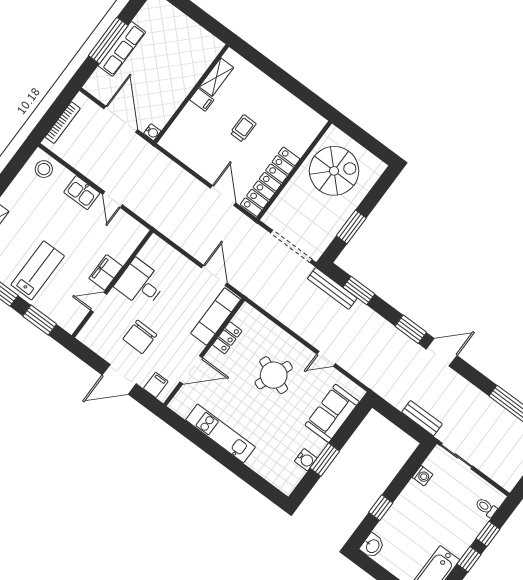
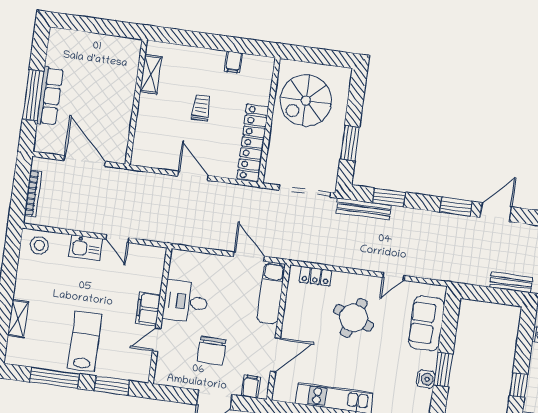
filing cabinet: (202, 100) -> (233, 62), moved, turned 90
water cooler: (152, 132) -> (120, 157), removed
spiral stairs: (334, 171) -> (306, 100), turned 180
door: (223, 196) -> (193, 176), moved
locker: (227, 338) -> (315, 276), moved, turned 90

